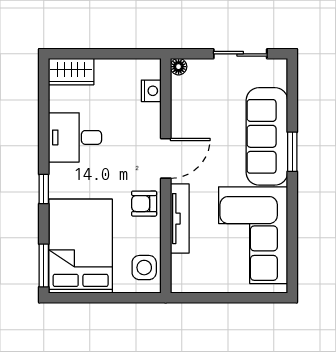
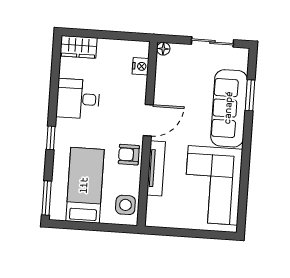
window: (292, 152) -> (250, 95), moved
bed: (81, 246) -> (85, 185), width x0.67

